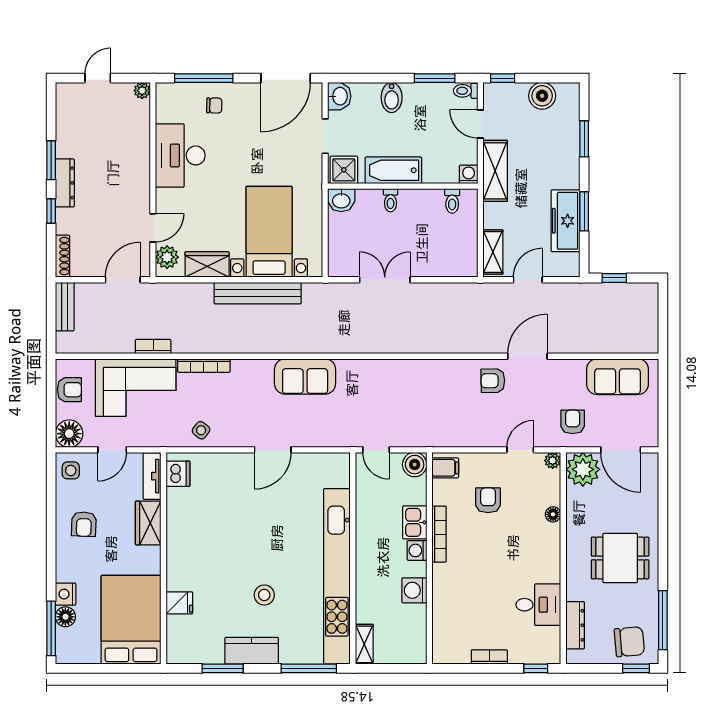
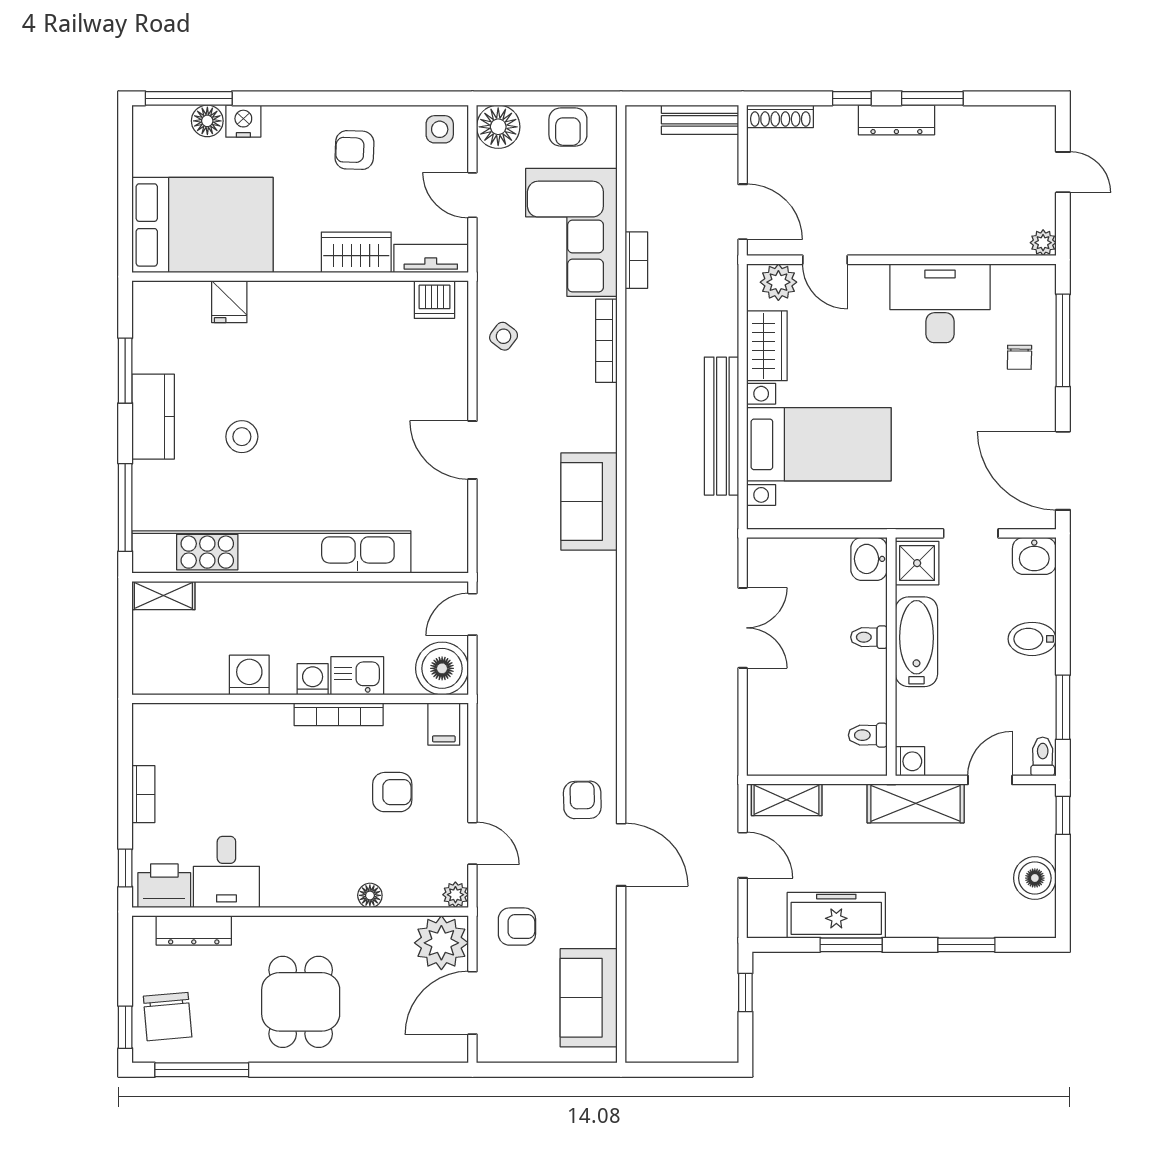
boiler: (415, 465) -> (442, 668), width x1.37, depth x1.37
printer: (547, 644) -> (164, 886), added

